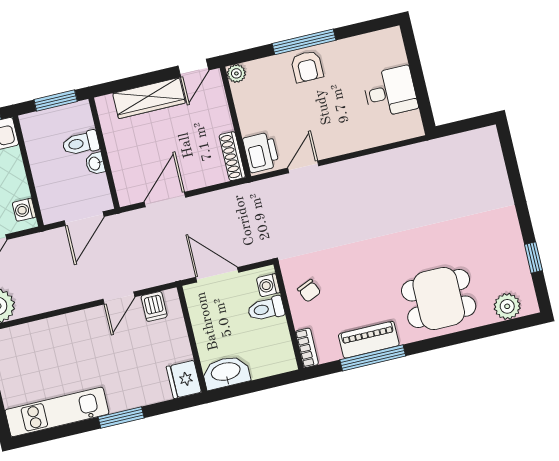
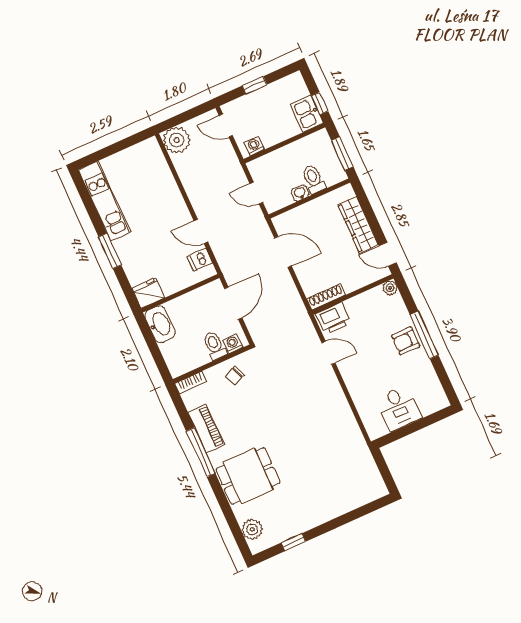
door: (84, 219) -> (256, 193), width x0.73
dining table: (439, 298) -> (248, 476), turned 90
window: (373, 358) -> (201, 452), moved

